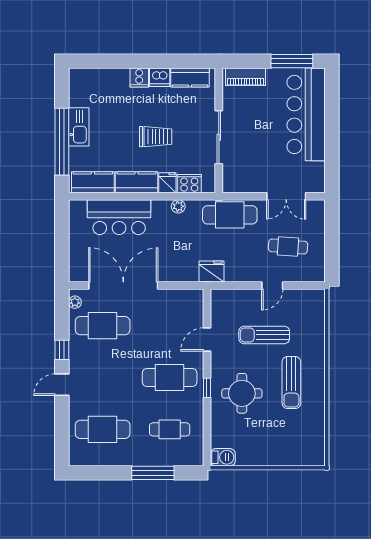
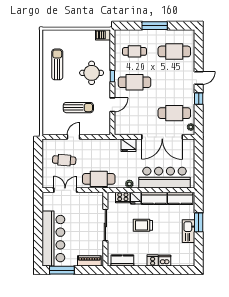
dishwasher: (160, 77) -> (165, 261), moved
window: (62, 142) -> (199, 222), width x0.47
bar counter: (119, 217) -> (165, 178), width x1.36
fridge: (211, 272) -> (129, 145), moved
sun lounger: (291, 383) -> (57, 64), moved
window: (153, 473) -> (155, 26), moved

